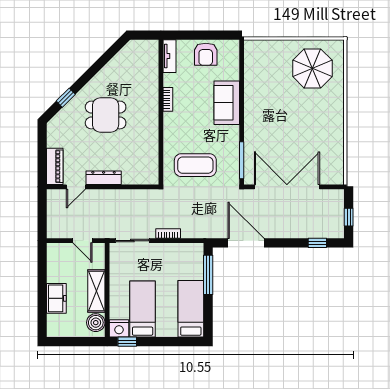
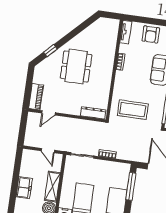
dining table: (106, 115) -> (76, 66), width x1.38
dresser: (104, 178) -> (93, 113), moved

